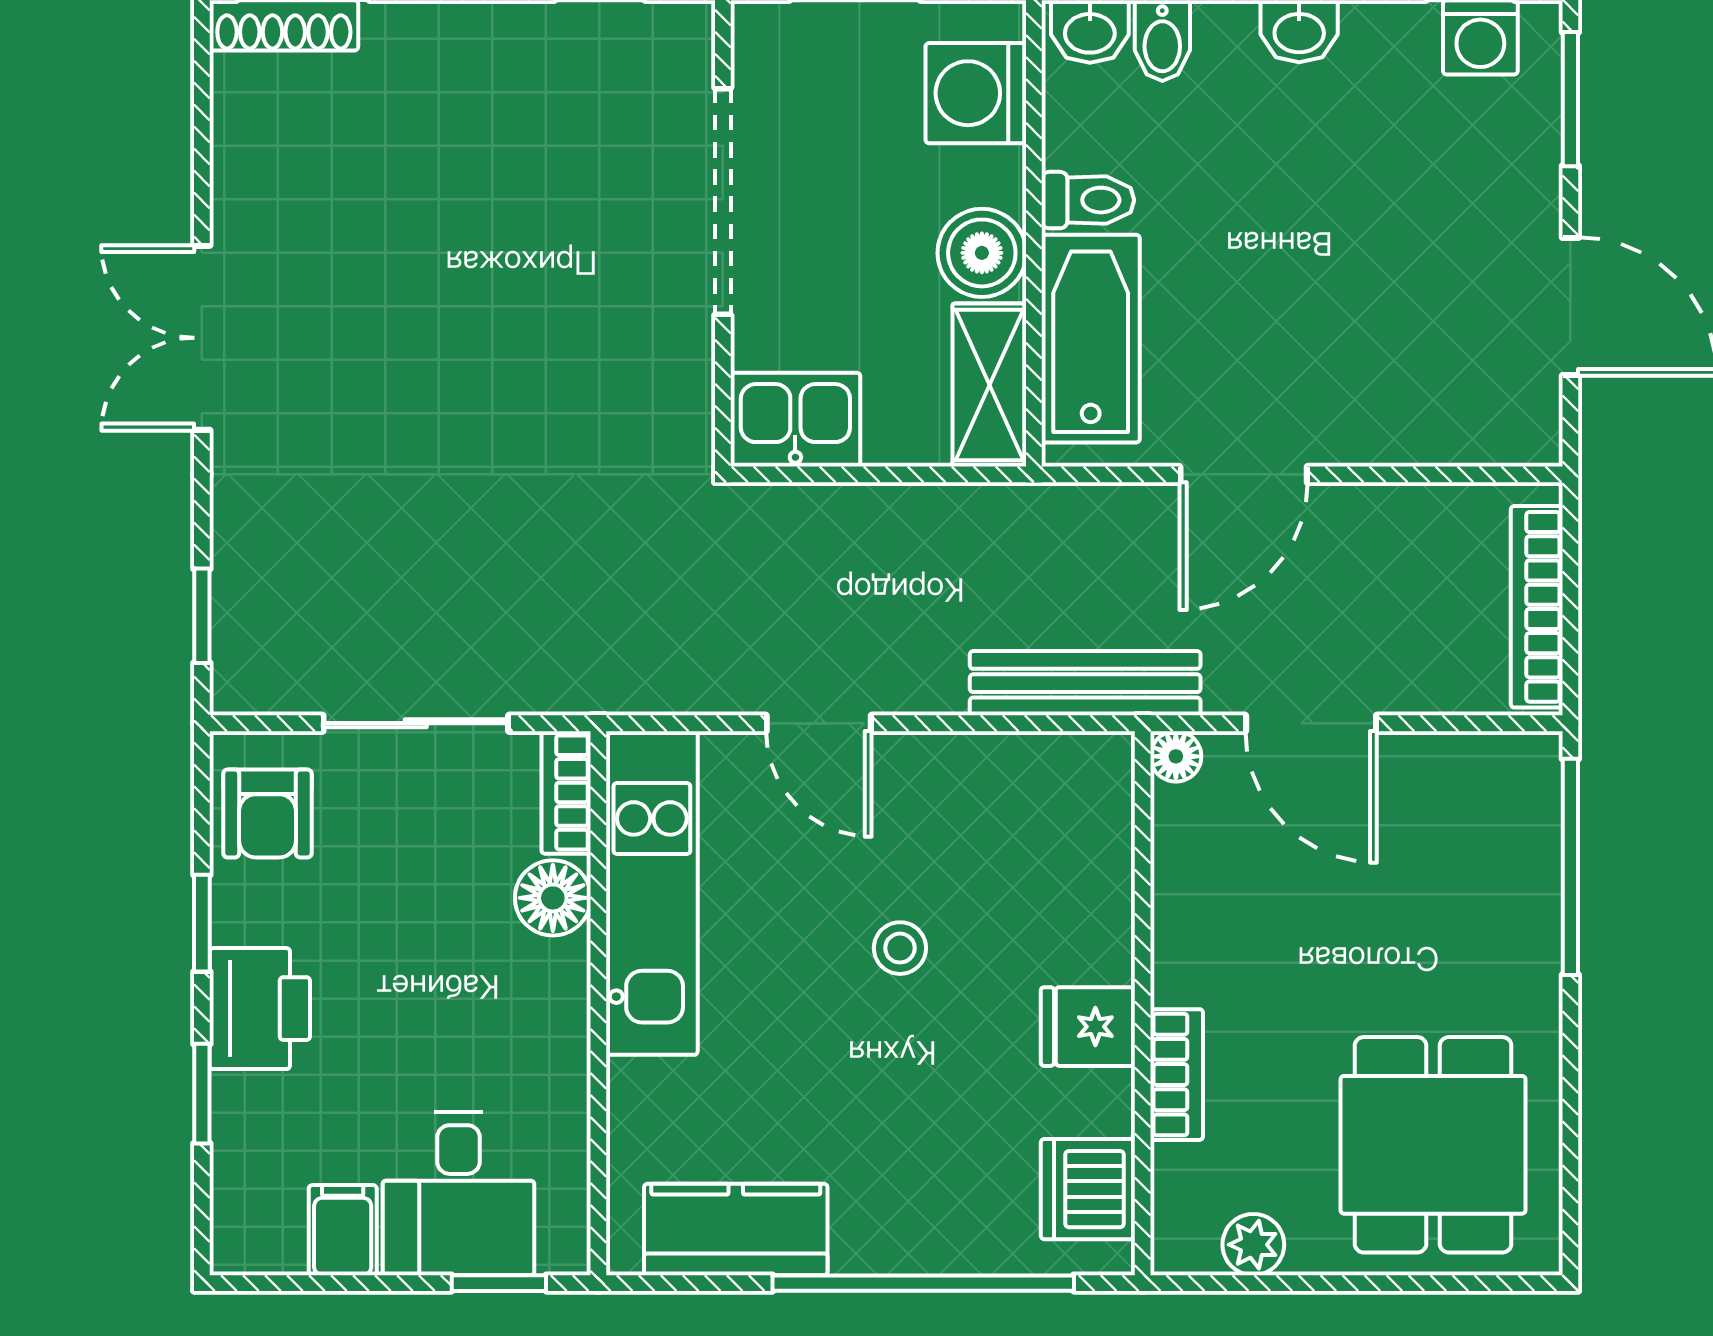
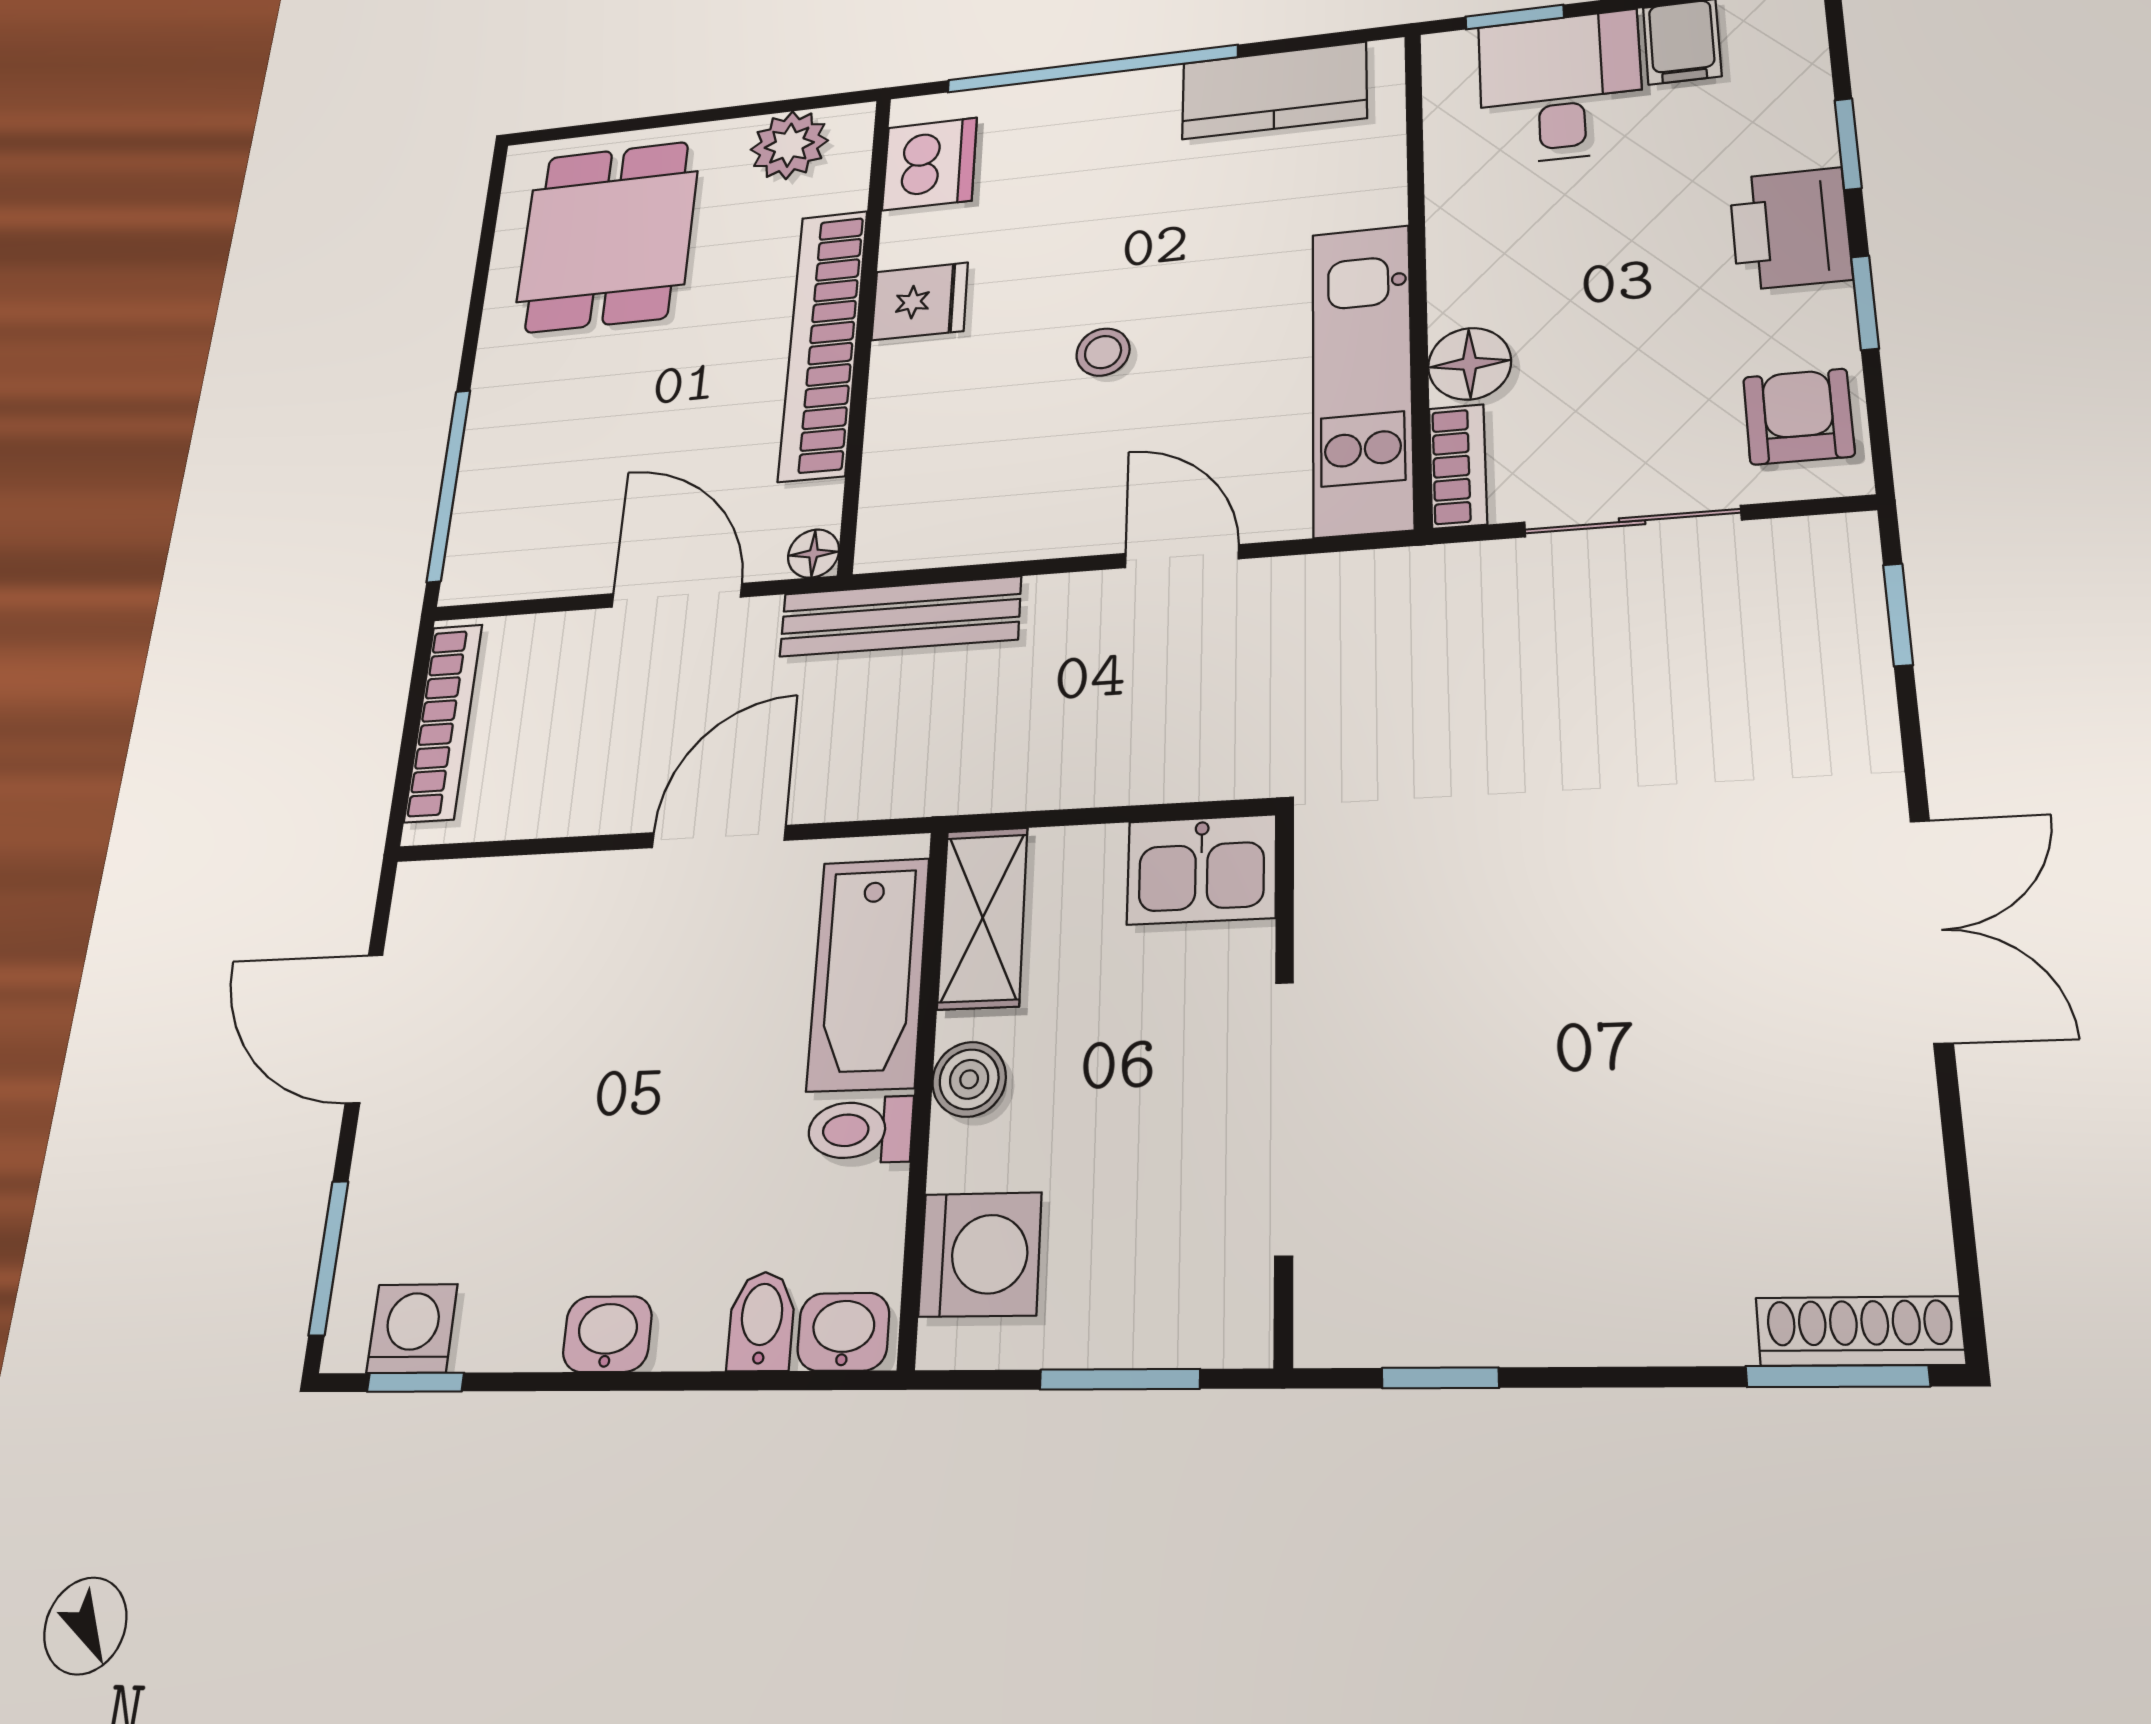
boiler: (982, 253) -> (969, 1079), width x0.73, depth x0.73
bookcase: (1177, 1075) -> (823, 344), width x2.31, depth x1.31
plant: (1253, 1245) -> (789, 145), width x1.38, depth x1.38

